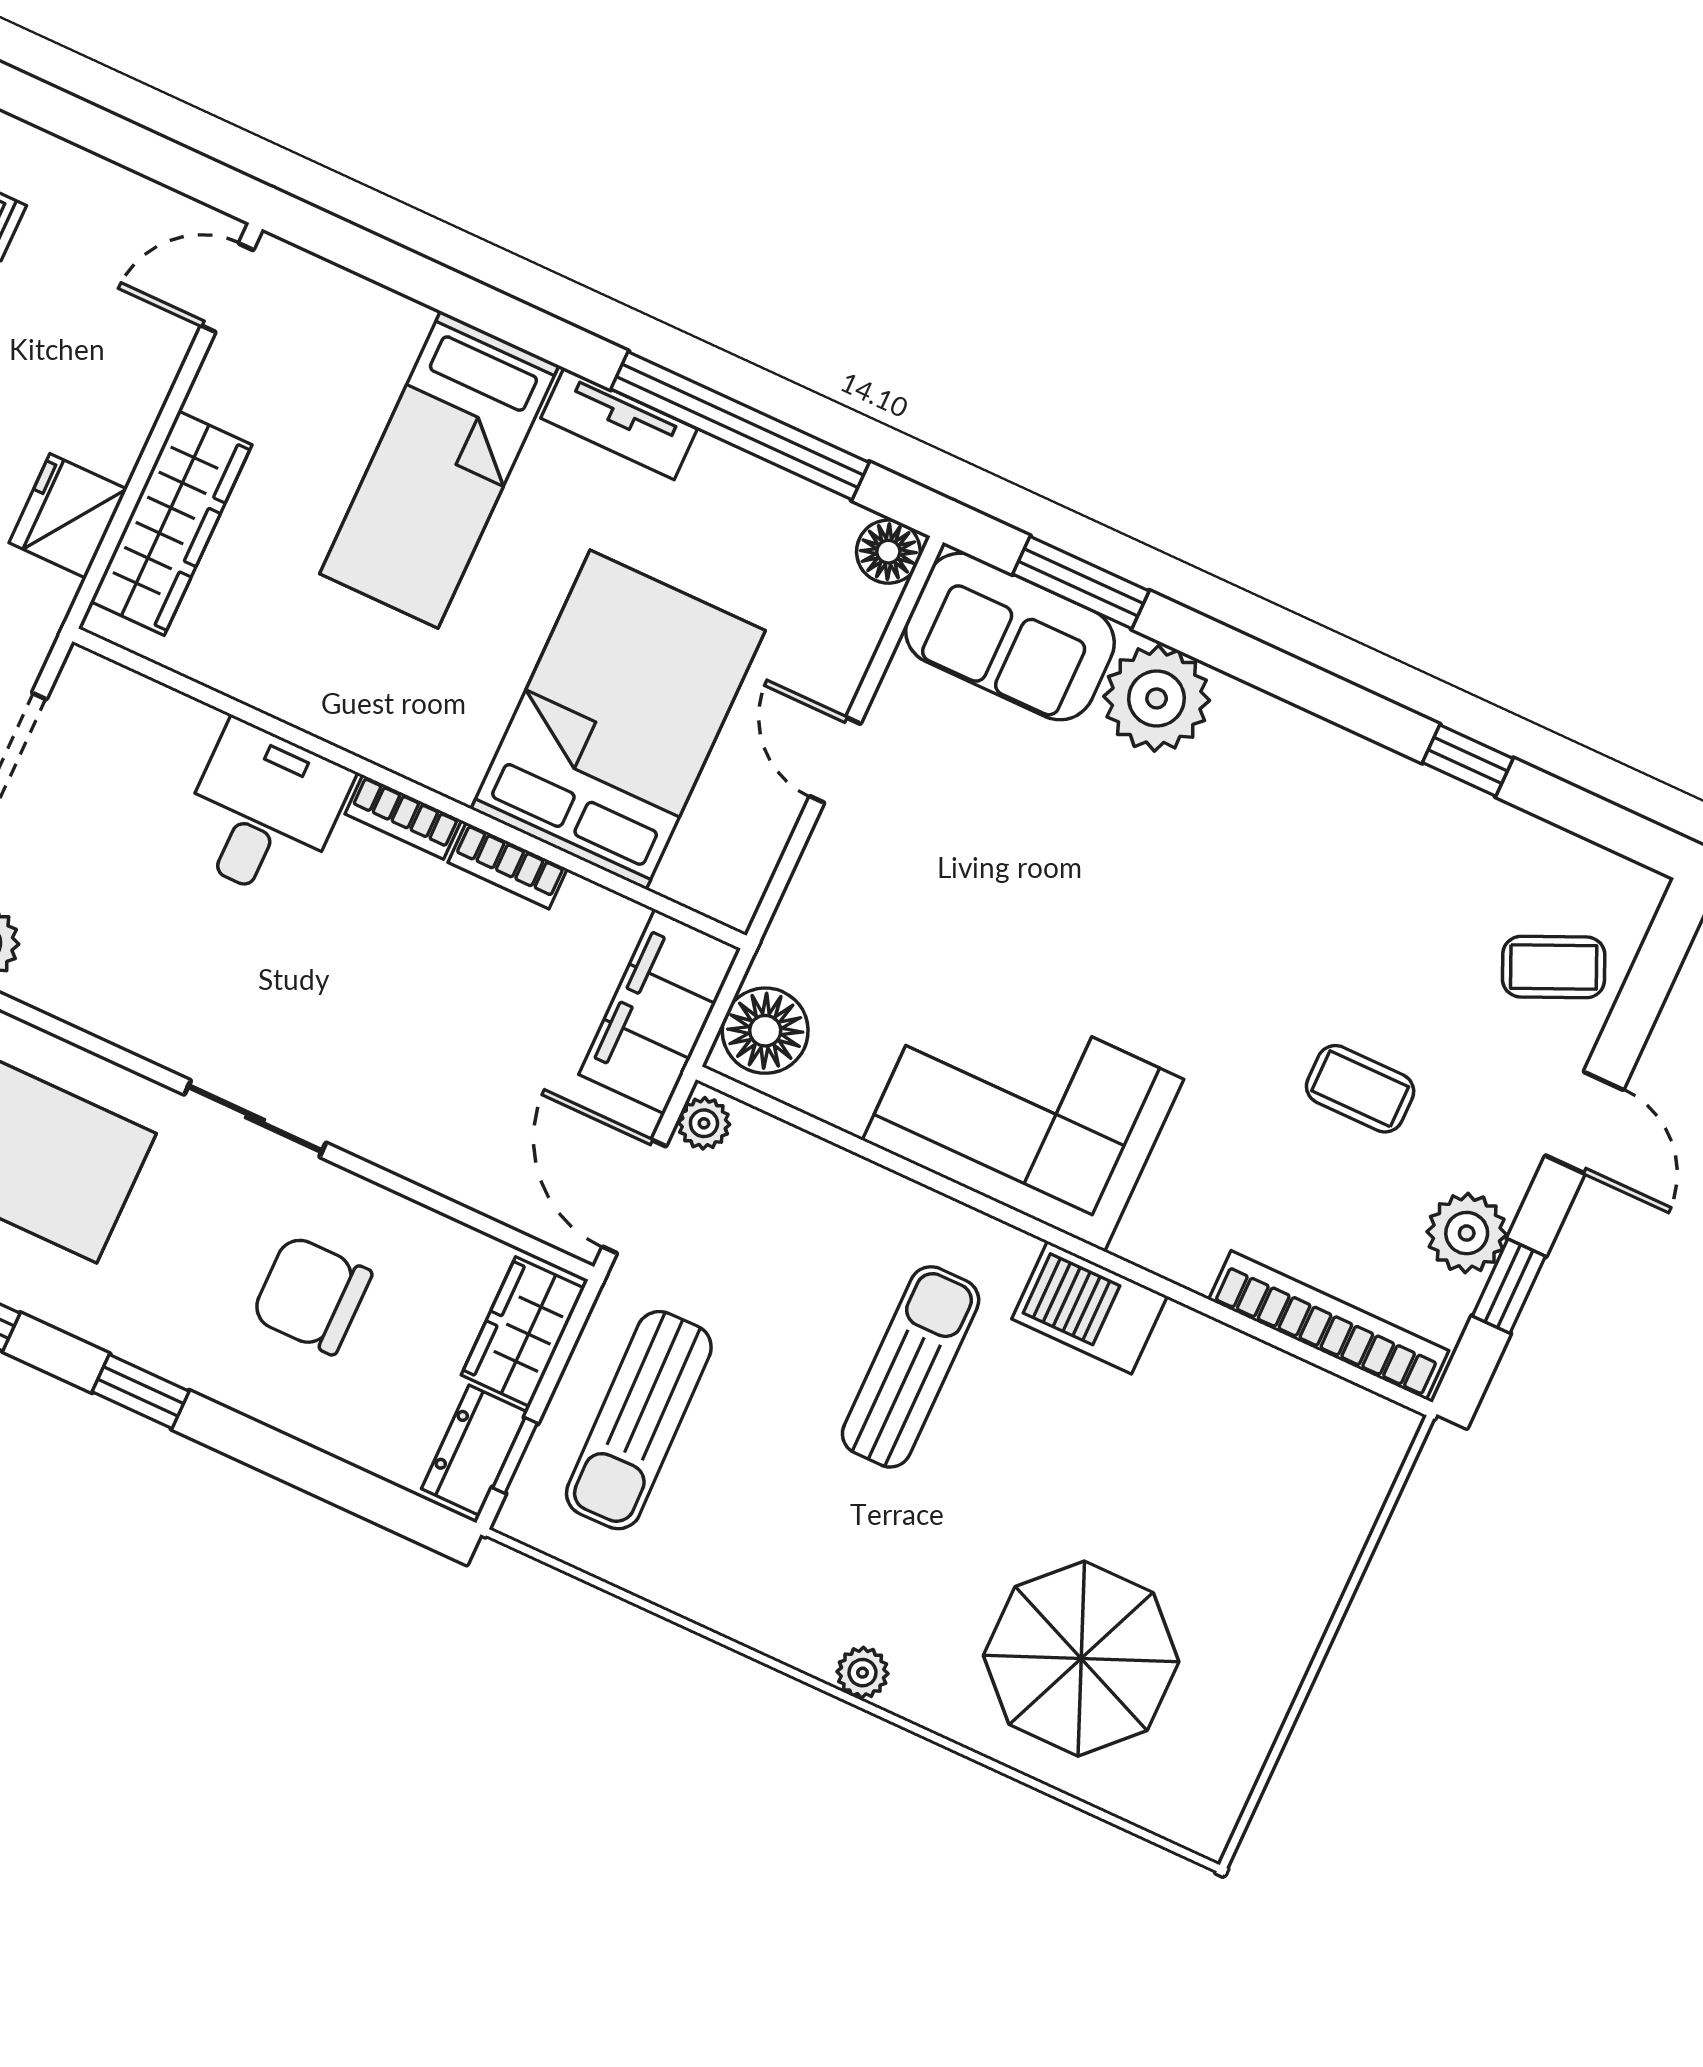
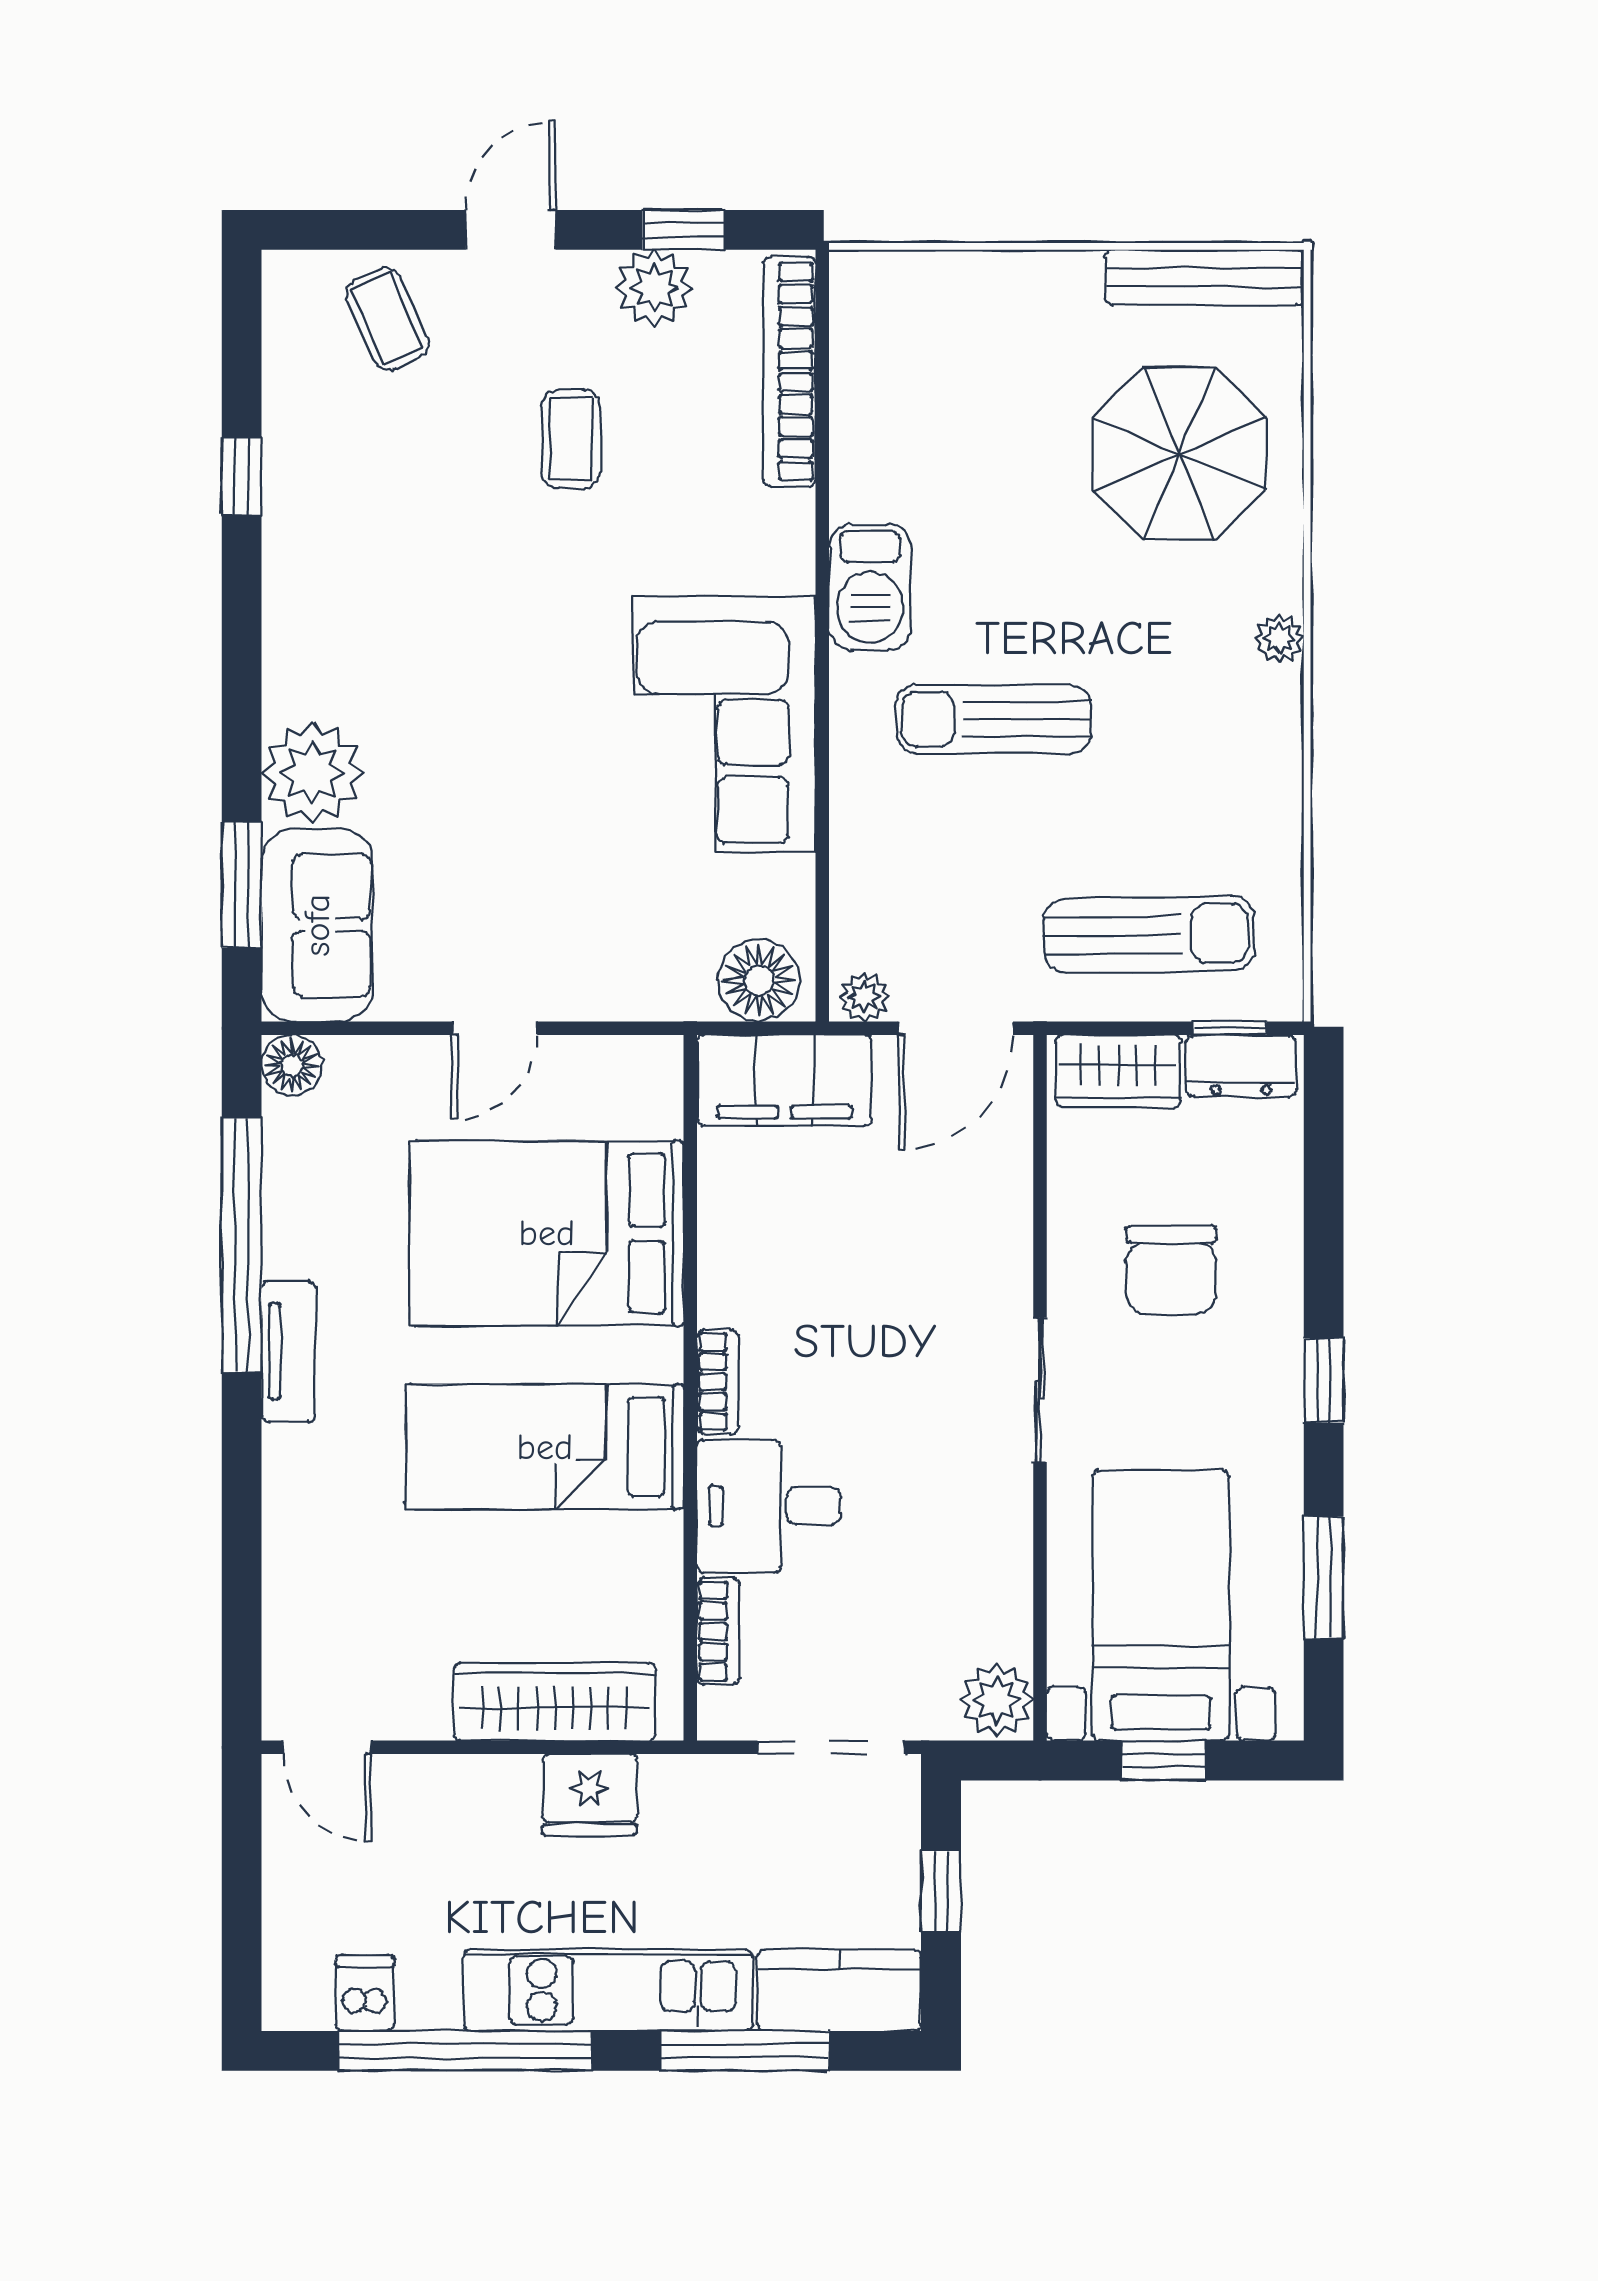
bed: (439, 470) -> (545, 1447), moved, turned 180
bookcase: (508, 866) -> (718, 1631), moved
bench: (1237, 1759) -> (1205, 277), added

